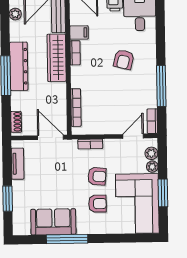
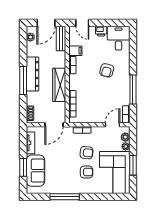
wardrobe: (57, 58) -> (59, 85), moved
door: (51, 137) -> (54, 125), swing flipped
sofa: (53, 222) -> (35, 171), moved, turned 90

